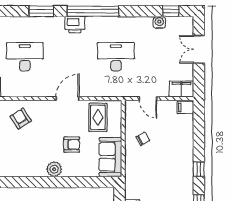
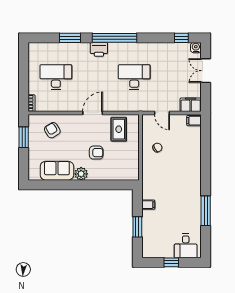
water cooler: (159, 23) -> (196, 48), moved
sofa: (110, 157) -> (57, 171), moved, turned 90
window: (199, 169) -> (206, 174), removed

